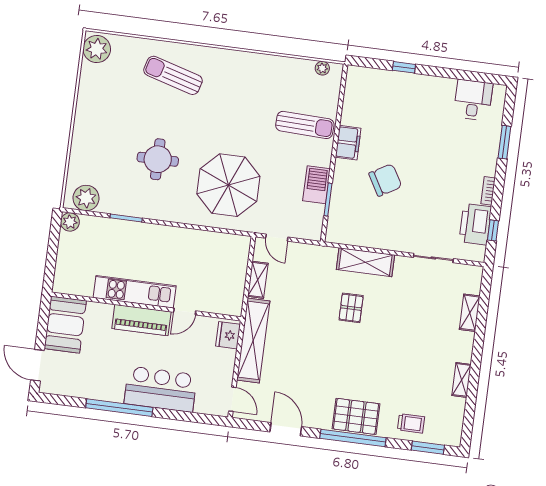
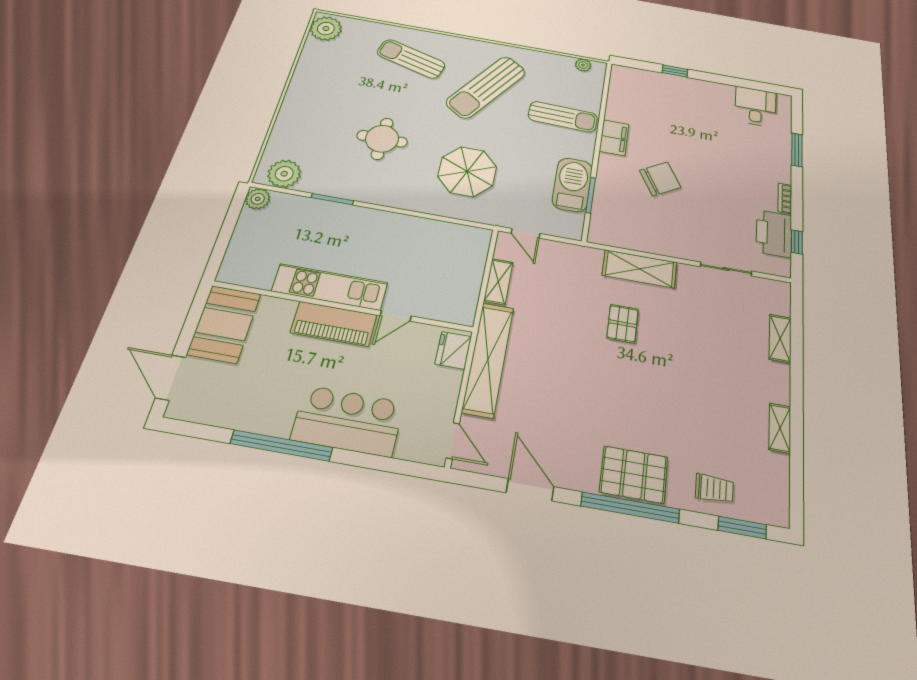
sun lounger: (239, 100) -> (486, 87), added
parasol: (228, 185) -> (467, 172), width x0.73, depth x0.73
barbecue: (317, 185) -> (572, 185), width x1.37, depth x1.21

